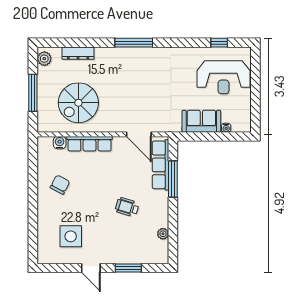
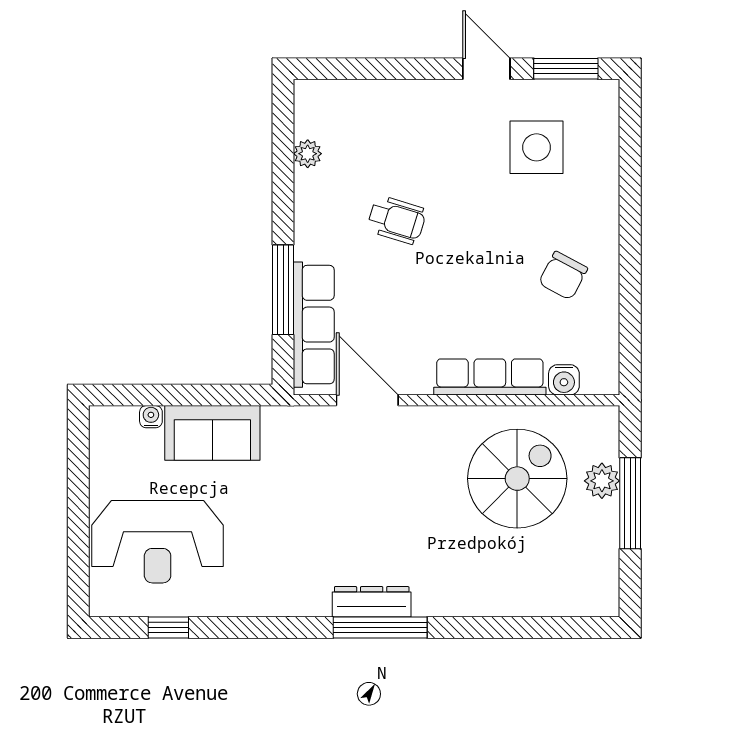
dresser: (78, 53) -> (372, 602), moved
plant: (44, 59) -> (602, 481), moved
reception desk: (223, 77) -> (158, 542), turned 180
window: (128, 268) -> (566, 69), moved

